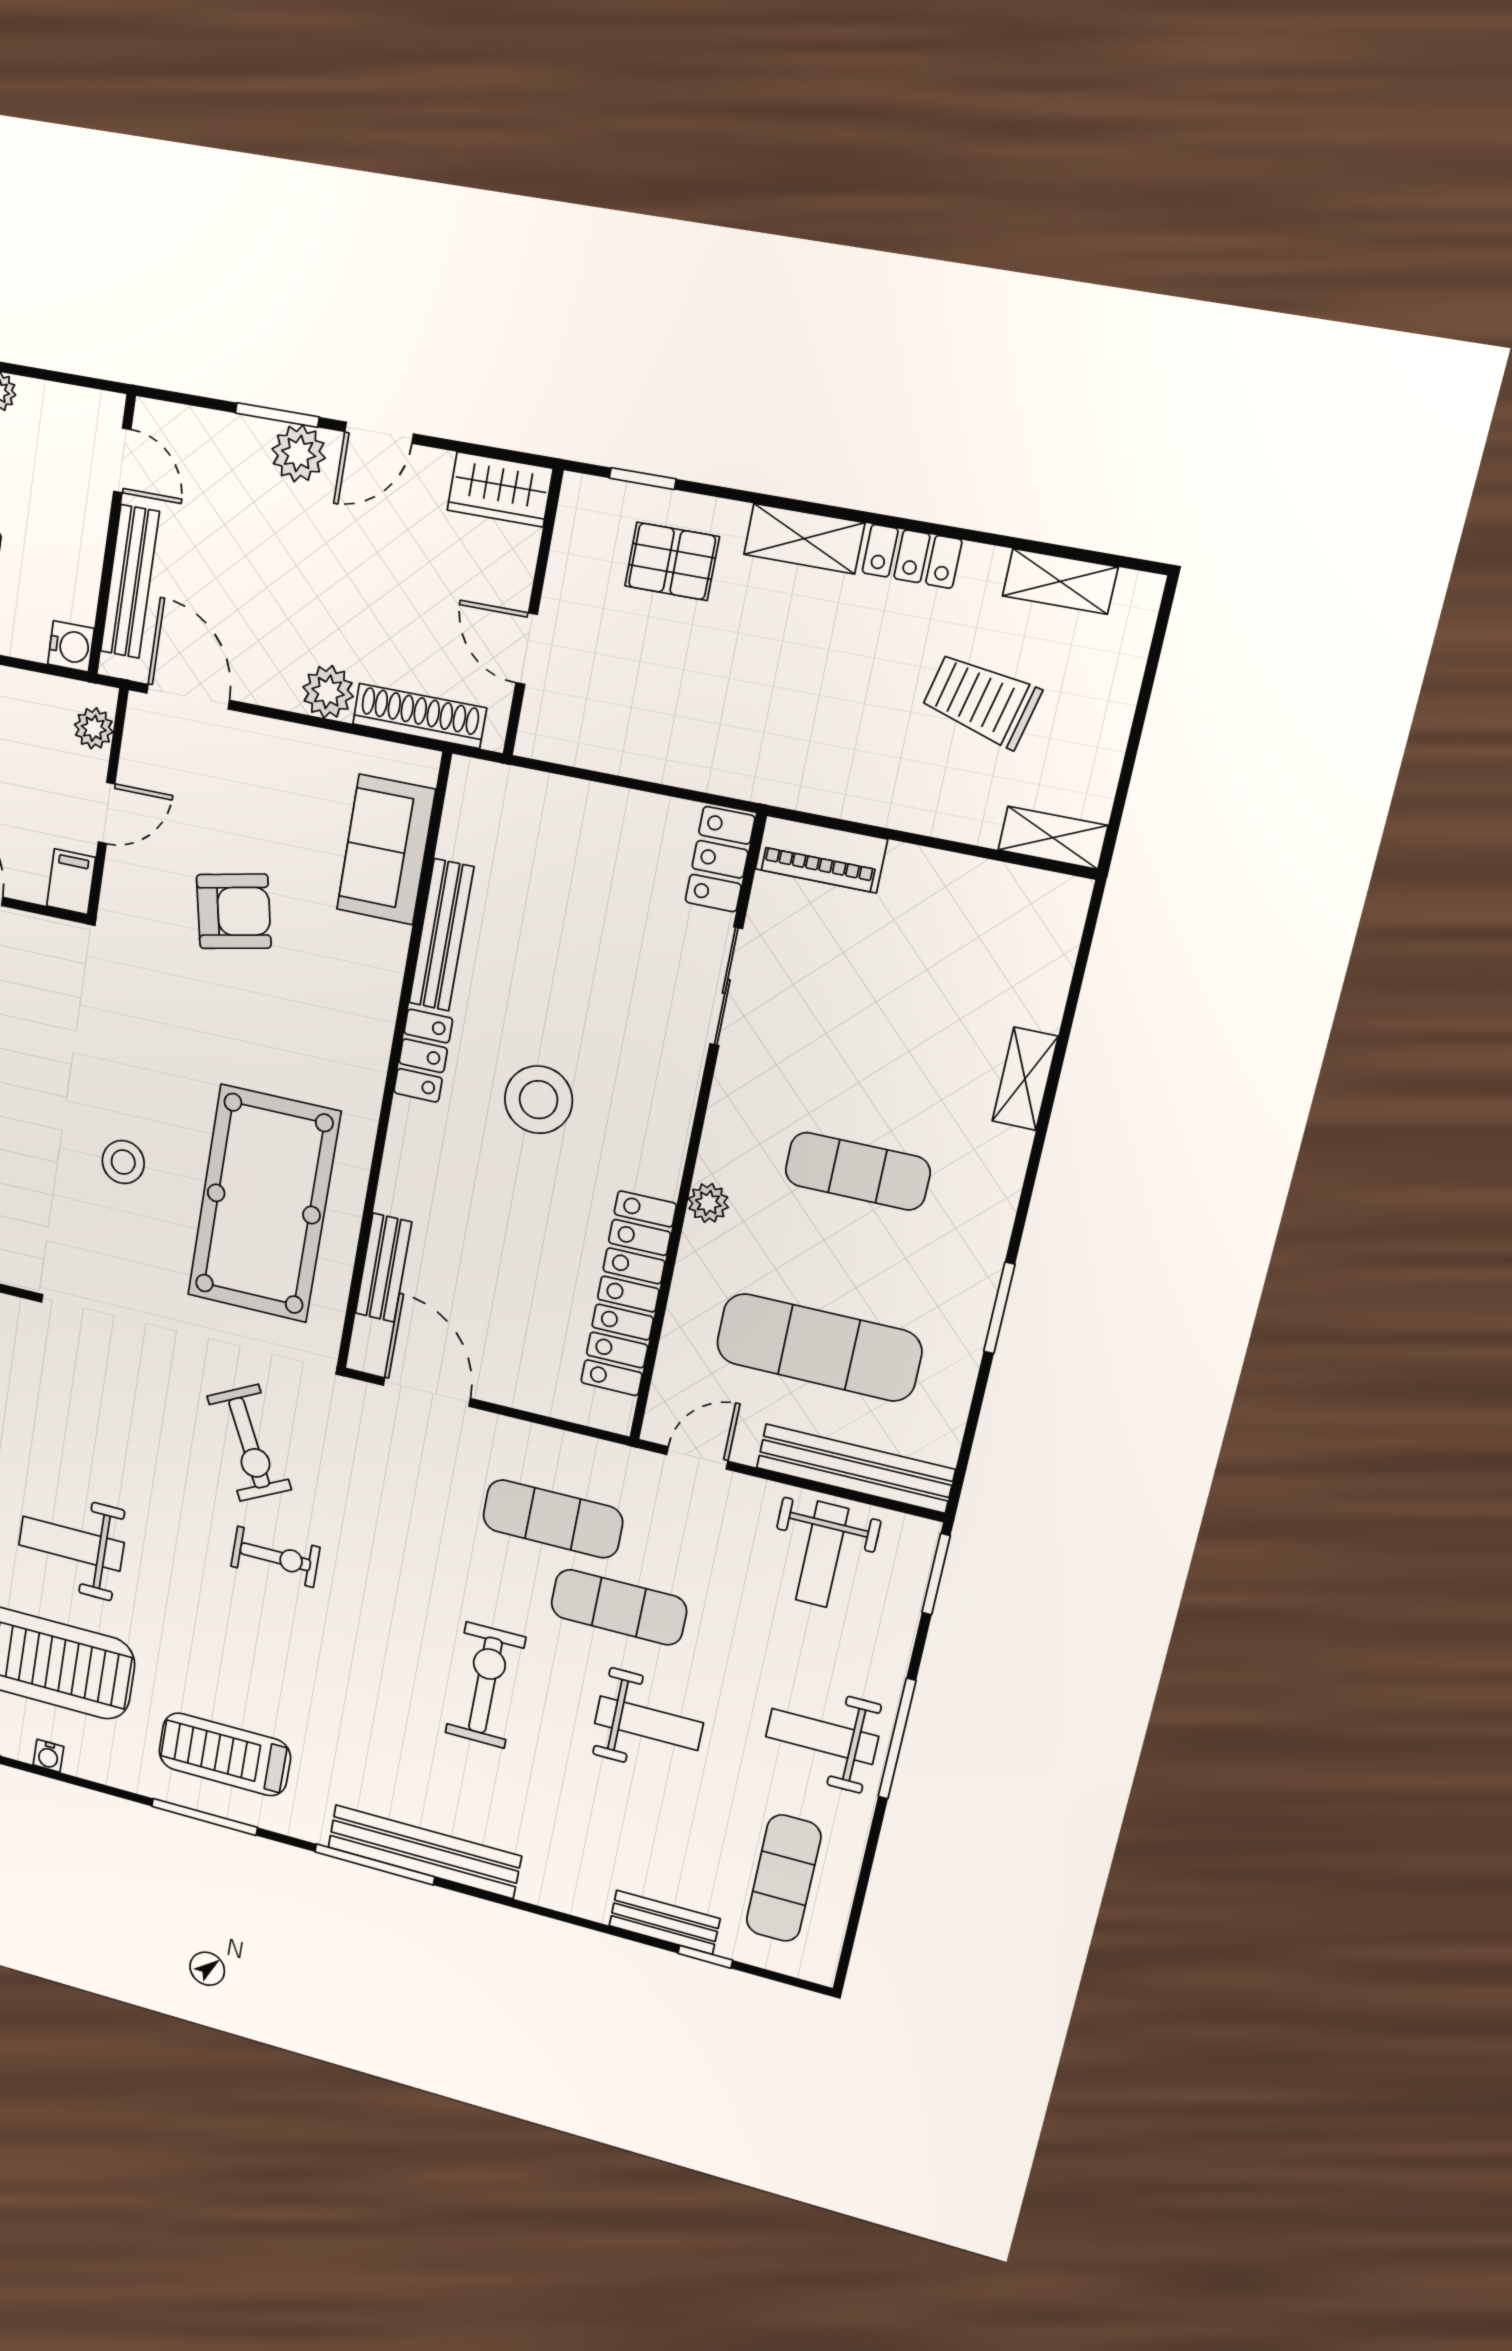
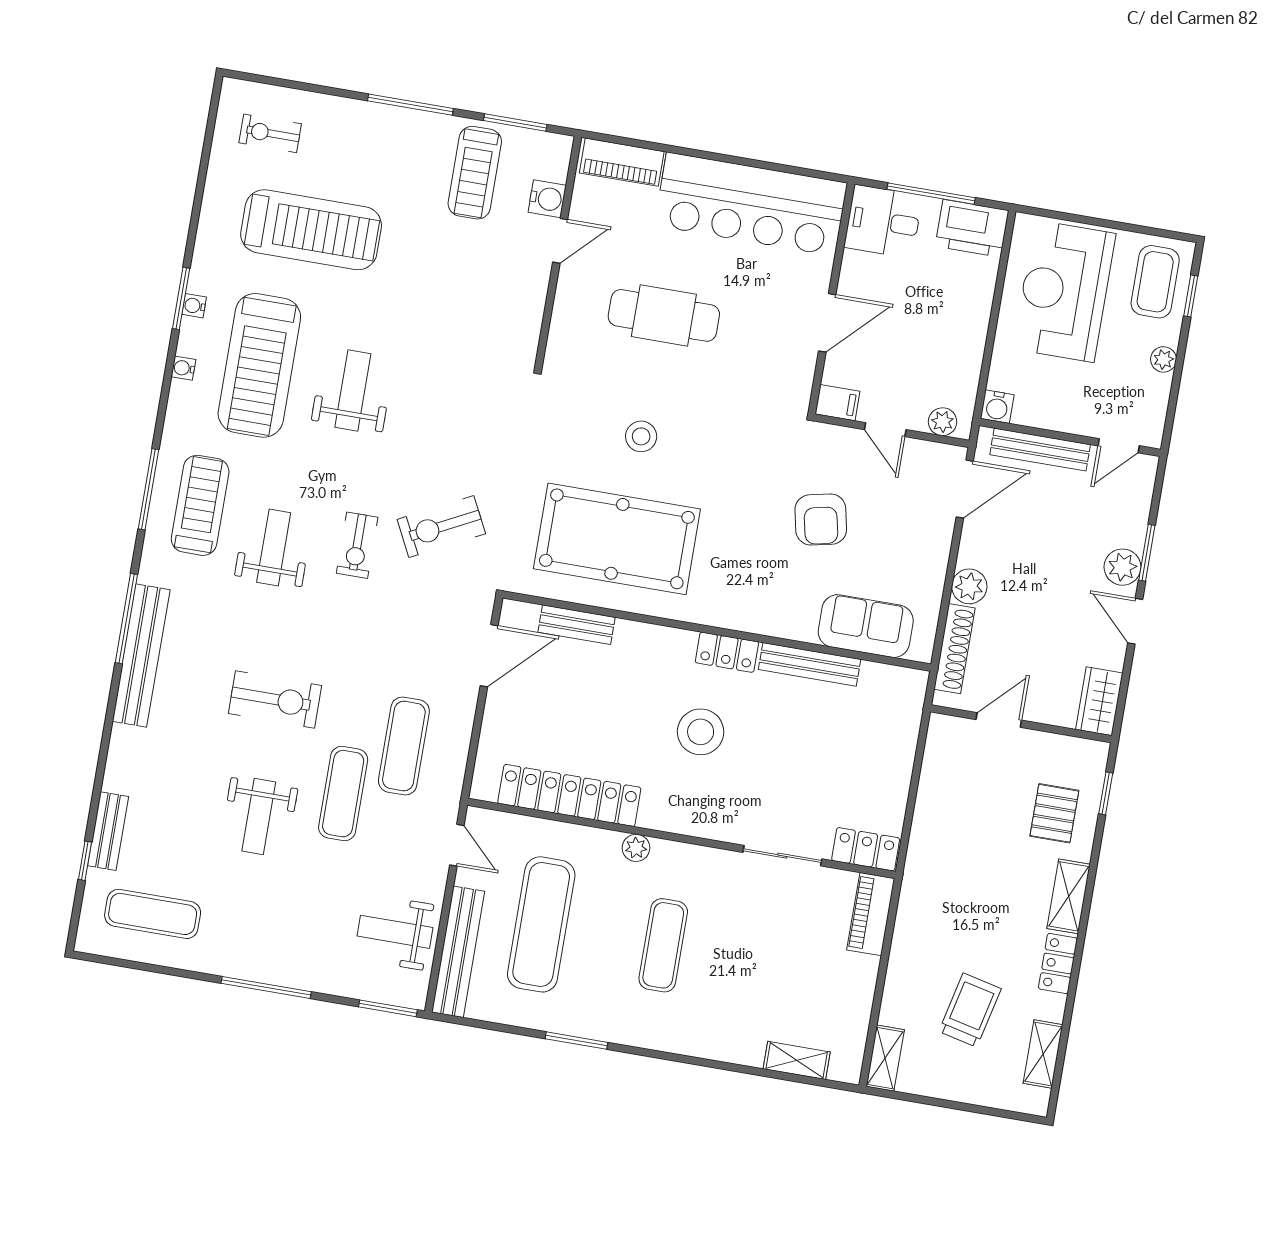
shelving: (1025, 1079) -> (797, 1060), moved
weight bench: (822, 1736) -> (274, 548), moved

